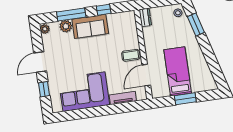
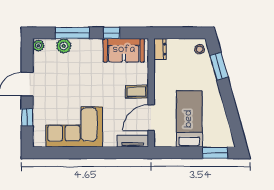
sofa: (90, 26) -> (124, 50), moved
tv unit: (123, 98) -> (133, 141), moved
window: (185, 99) -> (215, 153), moved

